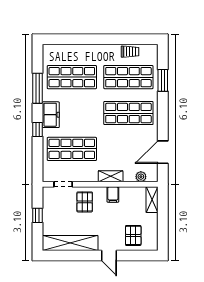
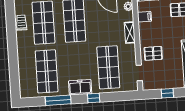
filing cabinet: (113, 195) -> (144, 17), moved

